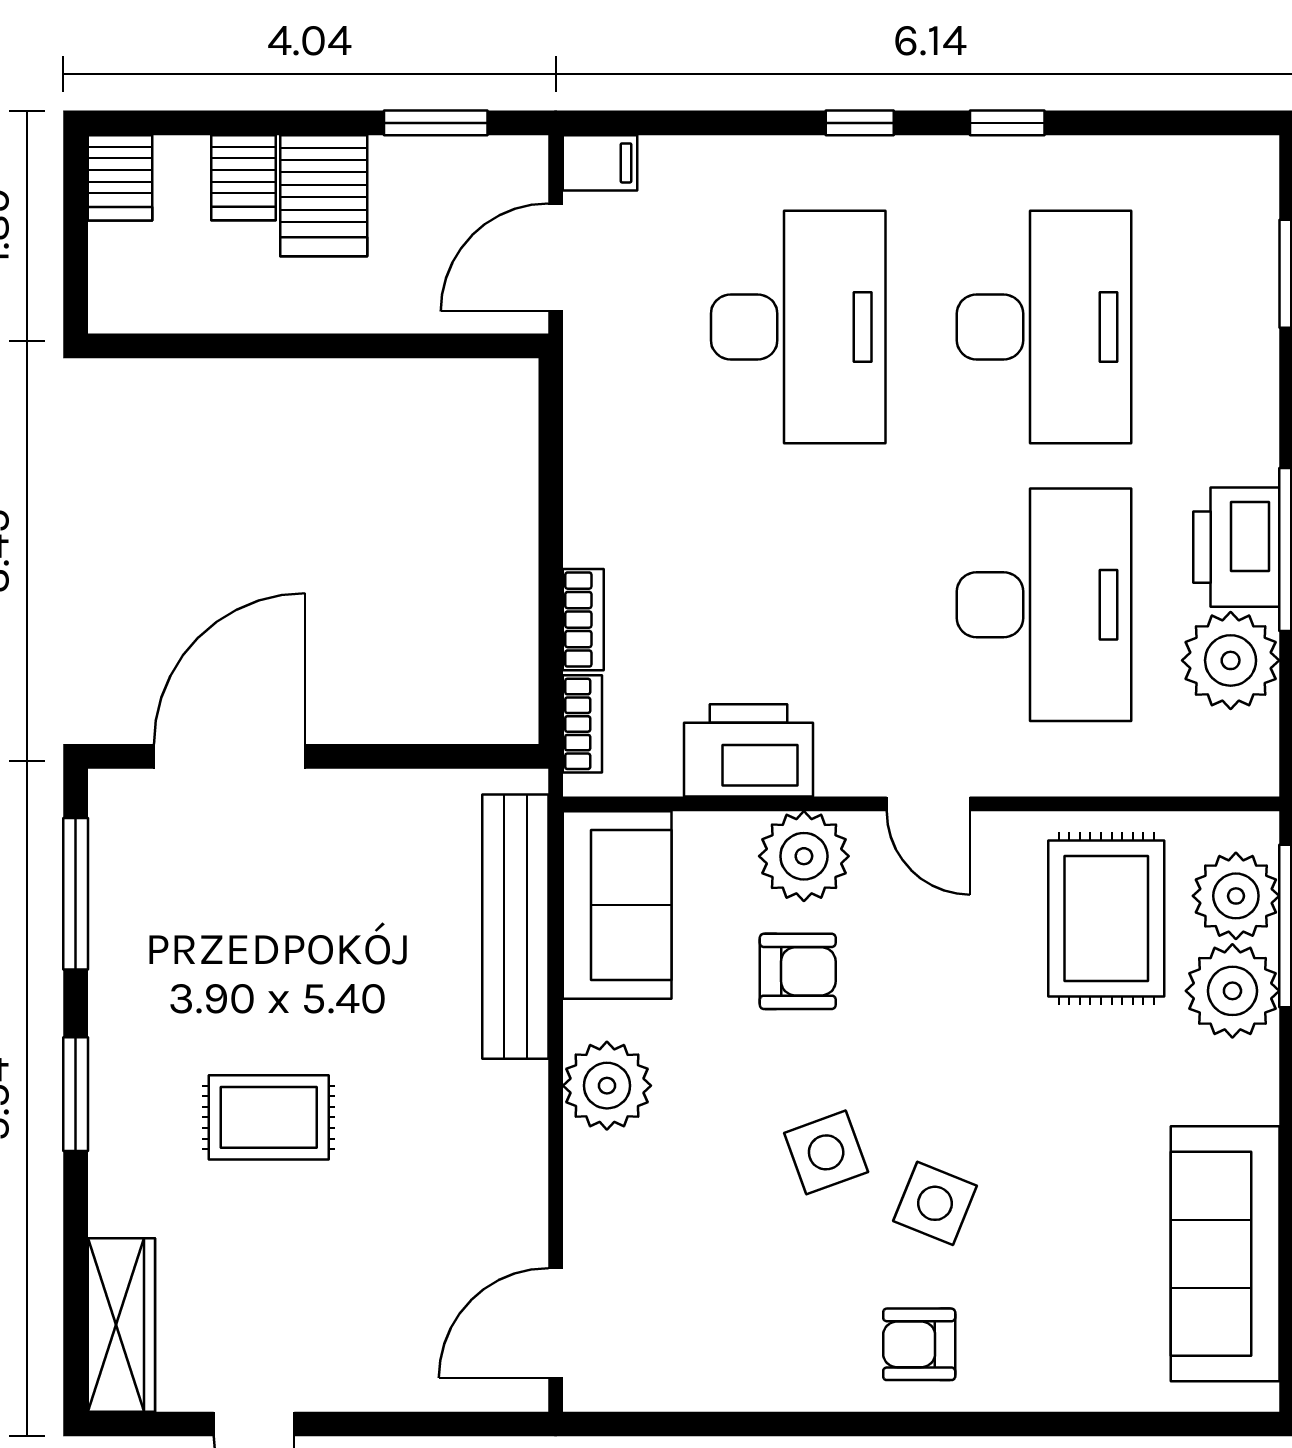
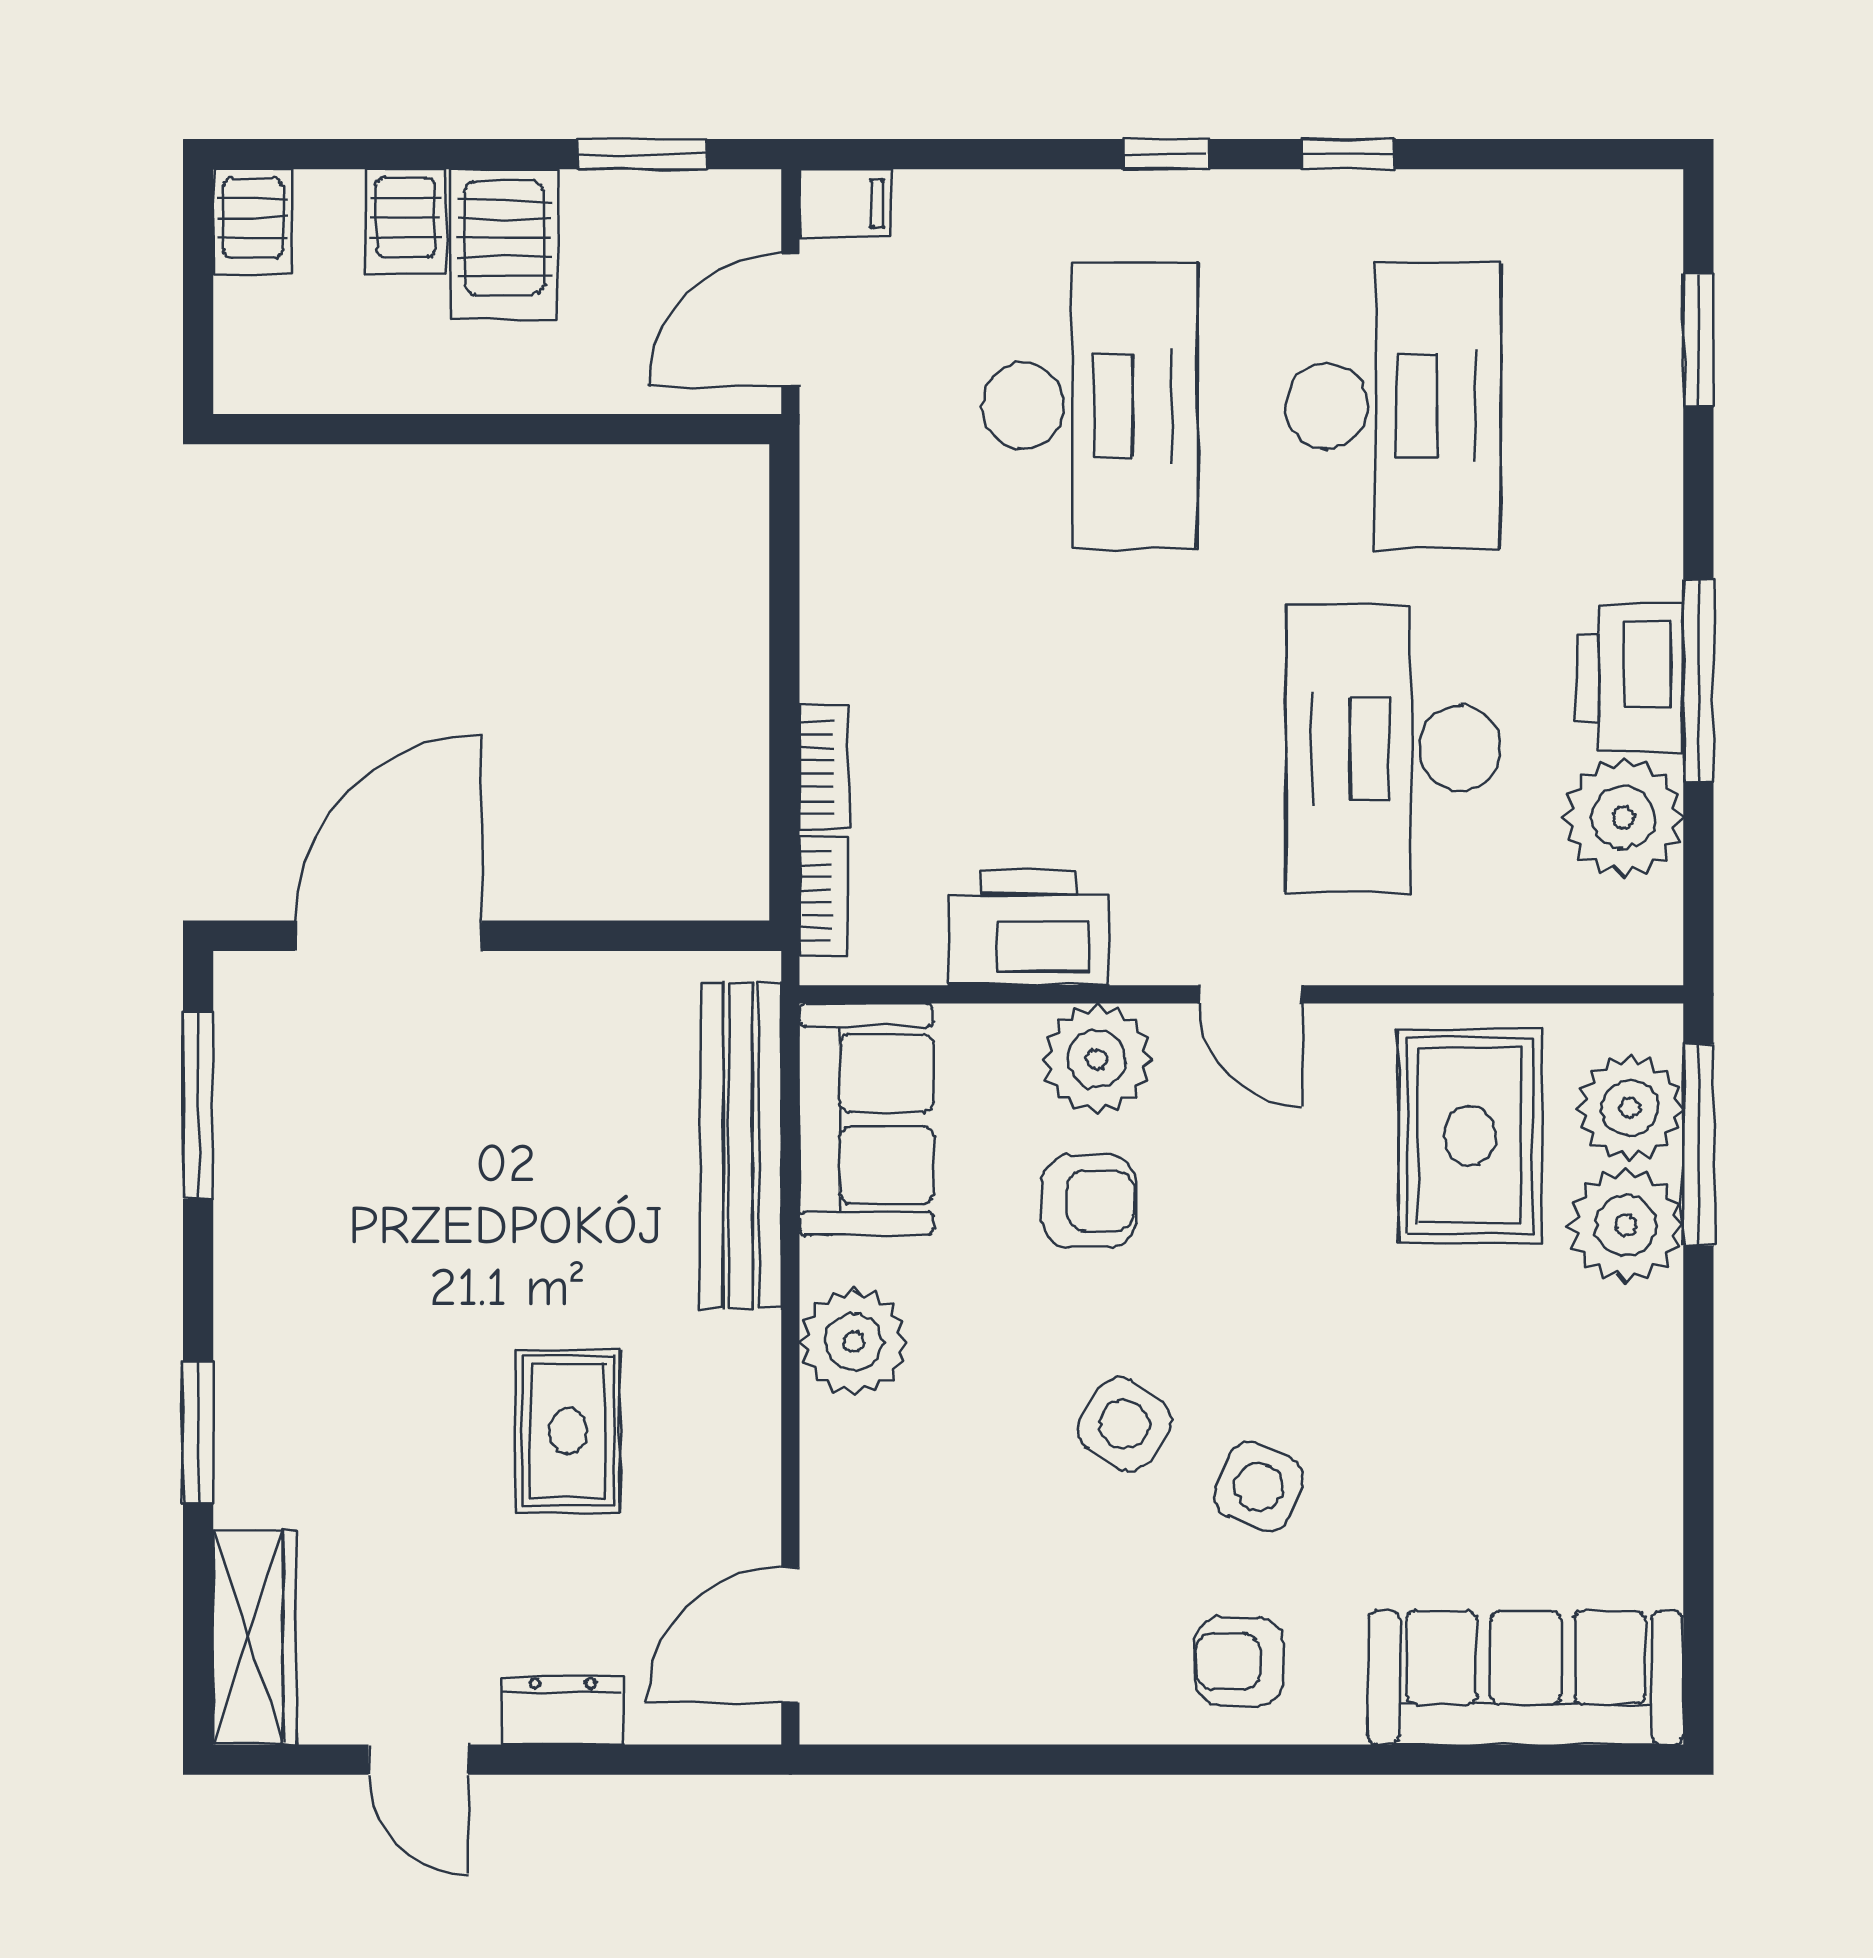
desk: (1044, 605) -> (1393, 749), turned 180
window: (76, 1094) -> (198, 1432), moved
rug: (269, 1117) -> (568, 1431), moved, turned 90
side table: (826, 1152) -> (1124, 1424), turned -36
sofa: (1225, 1254) -> (1526, 1678), moved, turned 90
dresser: (371, 1384) -> (563, 1710), added

